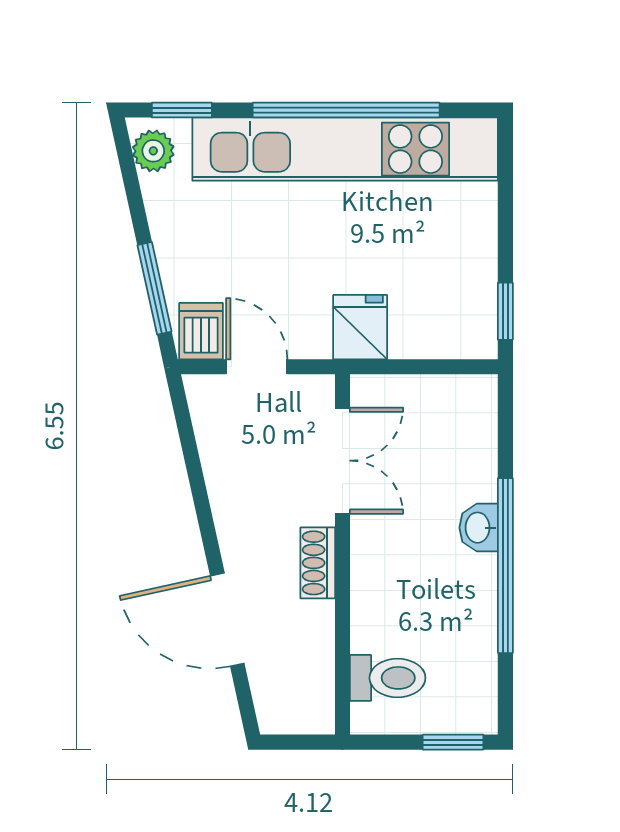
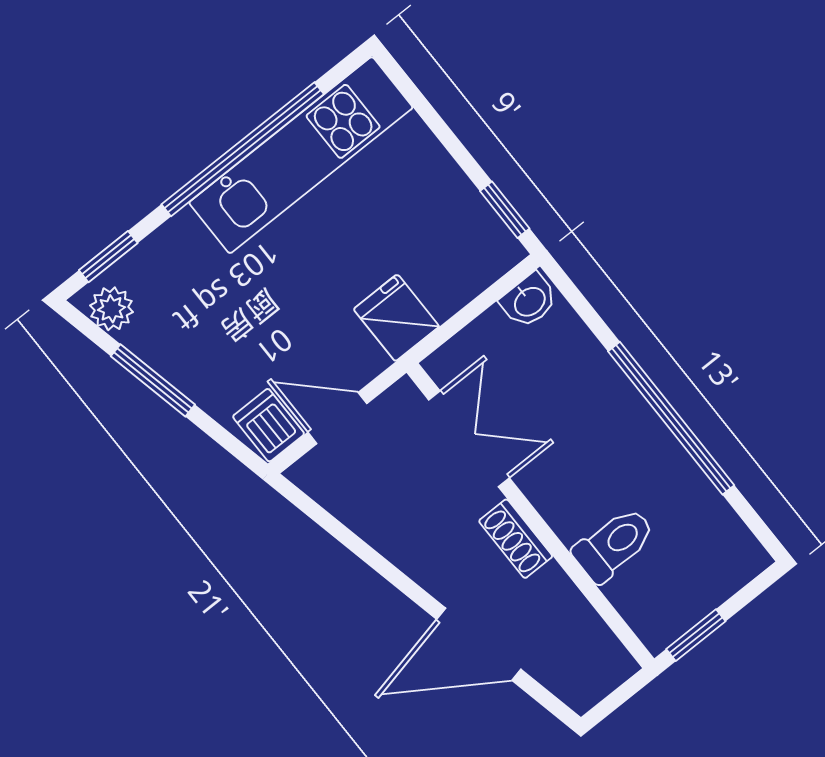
kitchen unit: (345, 149) -> (301, 155), width x0.73
window: (154, 288) -> (153, 380), moved
washbasin: (479, 528) -> (529, 301), moved, turned -90
toilet: (388, 678) -> (614, 544), moved
window: (453, 742) -> (696, 635), moved

